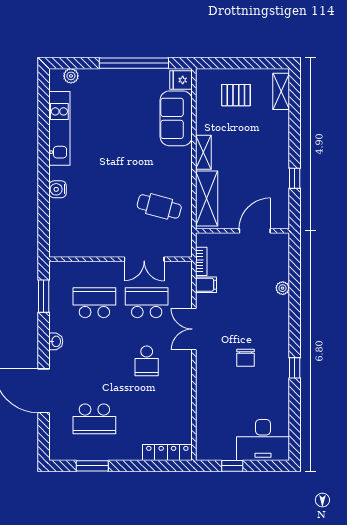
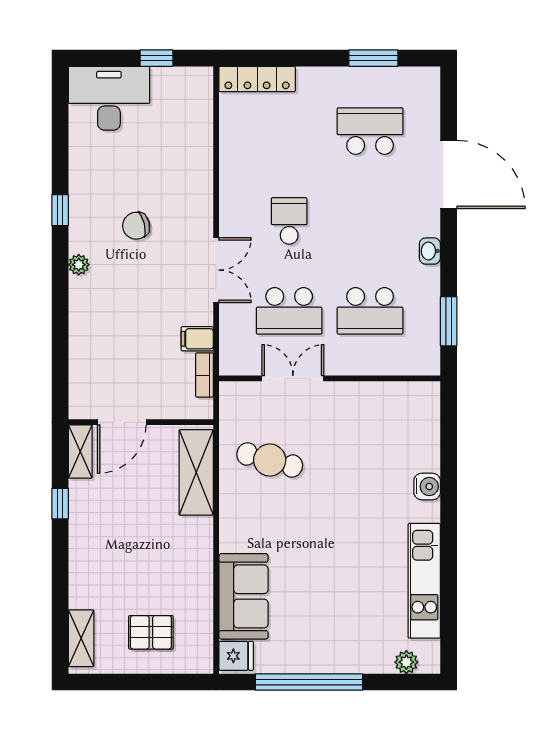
shelving: (203, 152) -> (80, 451), moved
plant: (283, 288) -> (79, 265), moved
chair: (245, 358) -> (136, 226), turned -104

